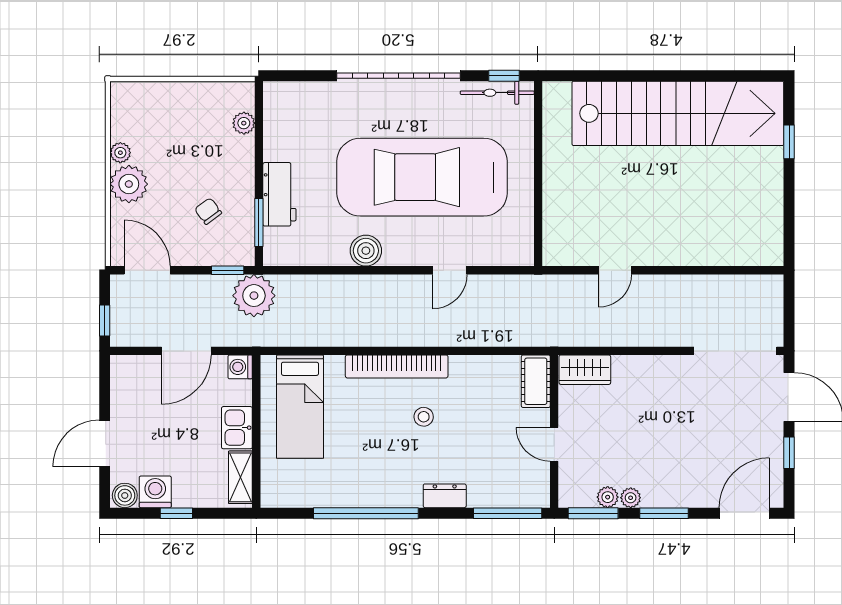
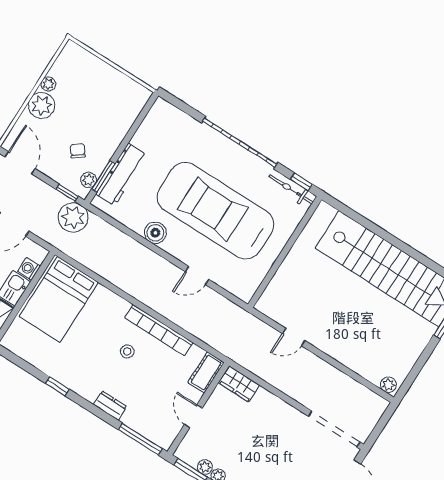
plant: (244, 123) -> (89, 180), moved
workbench: (279, 194) -> (121, 175), width x1.38
plant: (767, 255) -> (388, 385), added
bookcase: (397, 366) -> (159, 330), moved
washing machine: (240, 367) -> (29, 269), moved
bed: (300, 407) -> (59, 299), width x1.50
window: (366, 513) -> (57, 386), width x0.32

